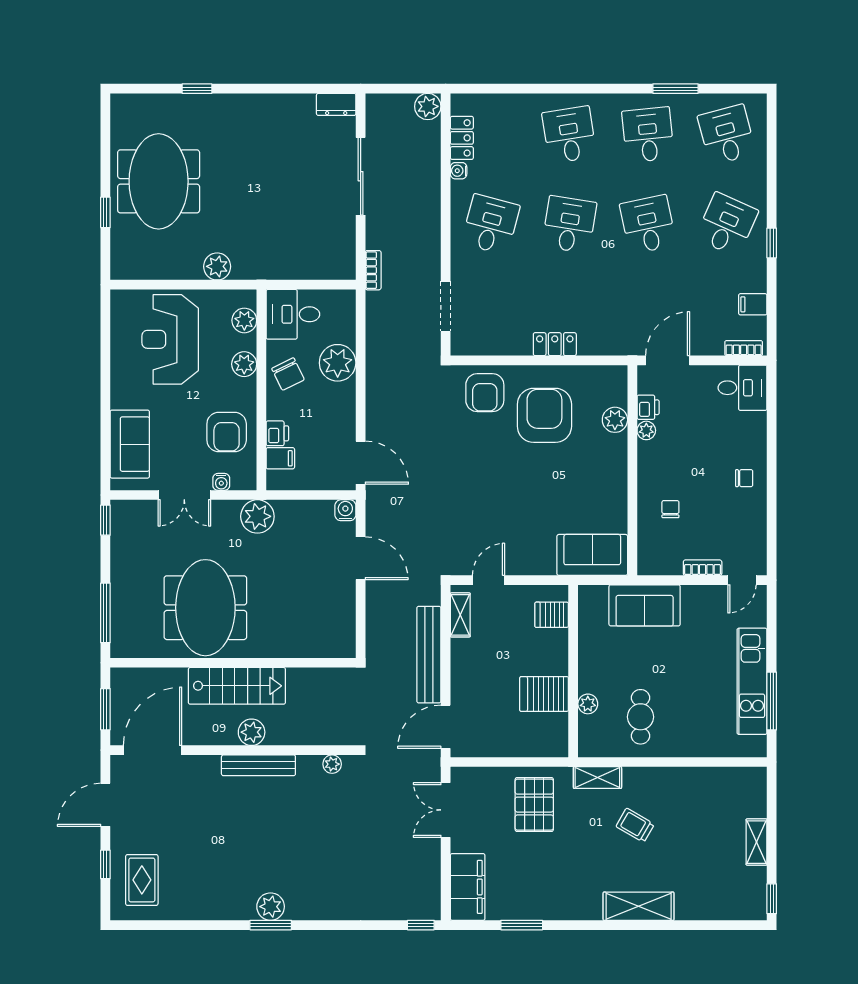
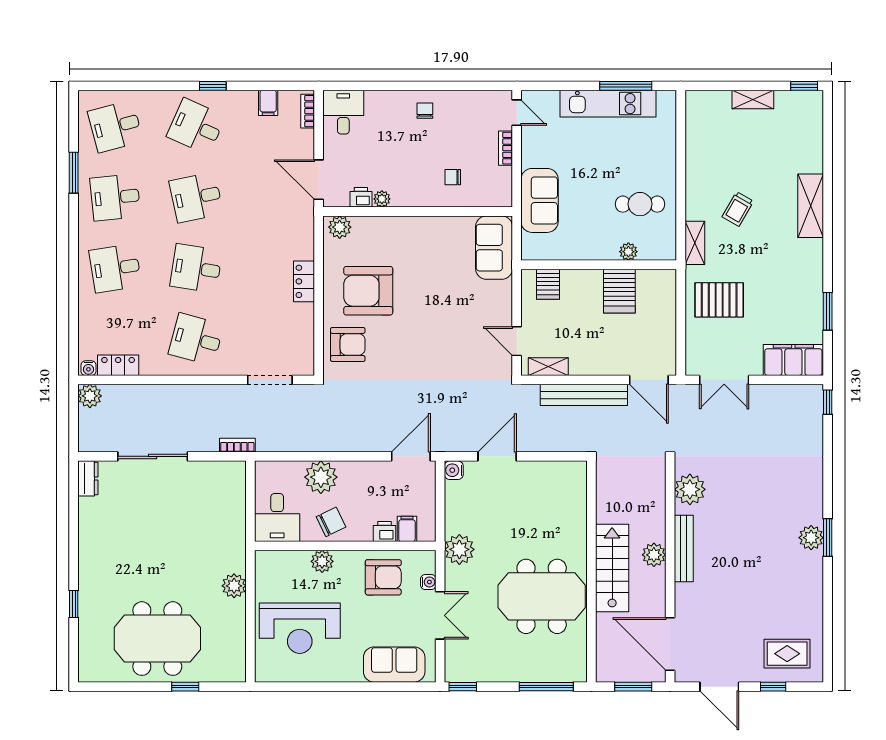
water cooler: (459, 171) -> (88, 368), moved
plant: (244, 320) -> (283, 561), removed
plant: (615, 420) -> (340, 227), moved
plant: (332, 764) -> (690, 489), width x1.88, depth x1.88

